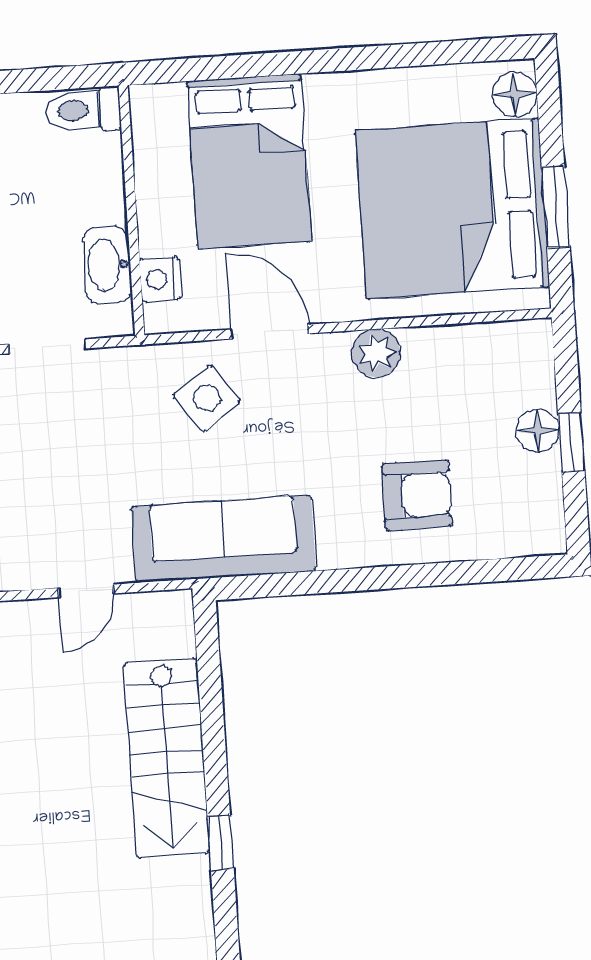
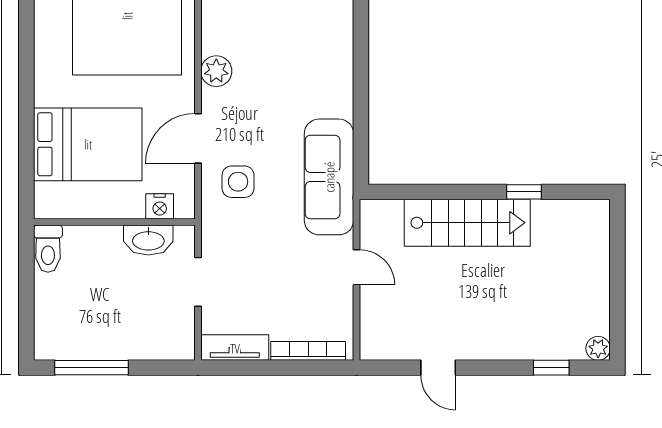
side table: (207, 398) -> (238, 182), turned 36
armchair: (417, 495) -> (309, 51), removed

